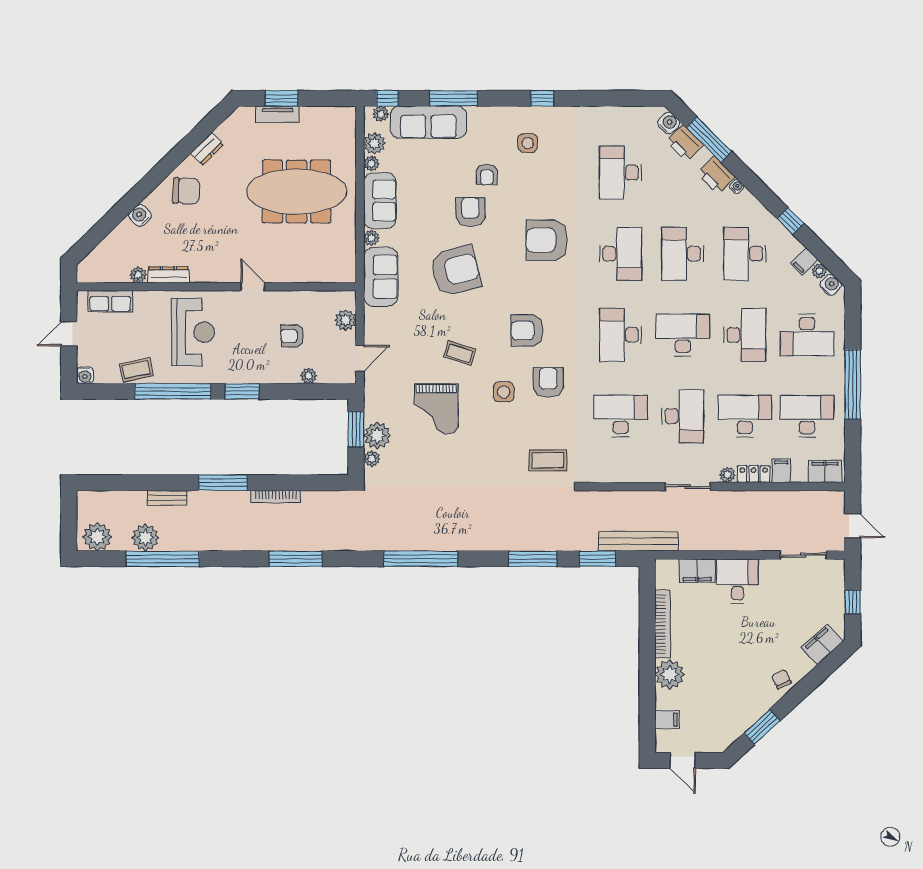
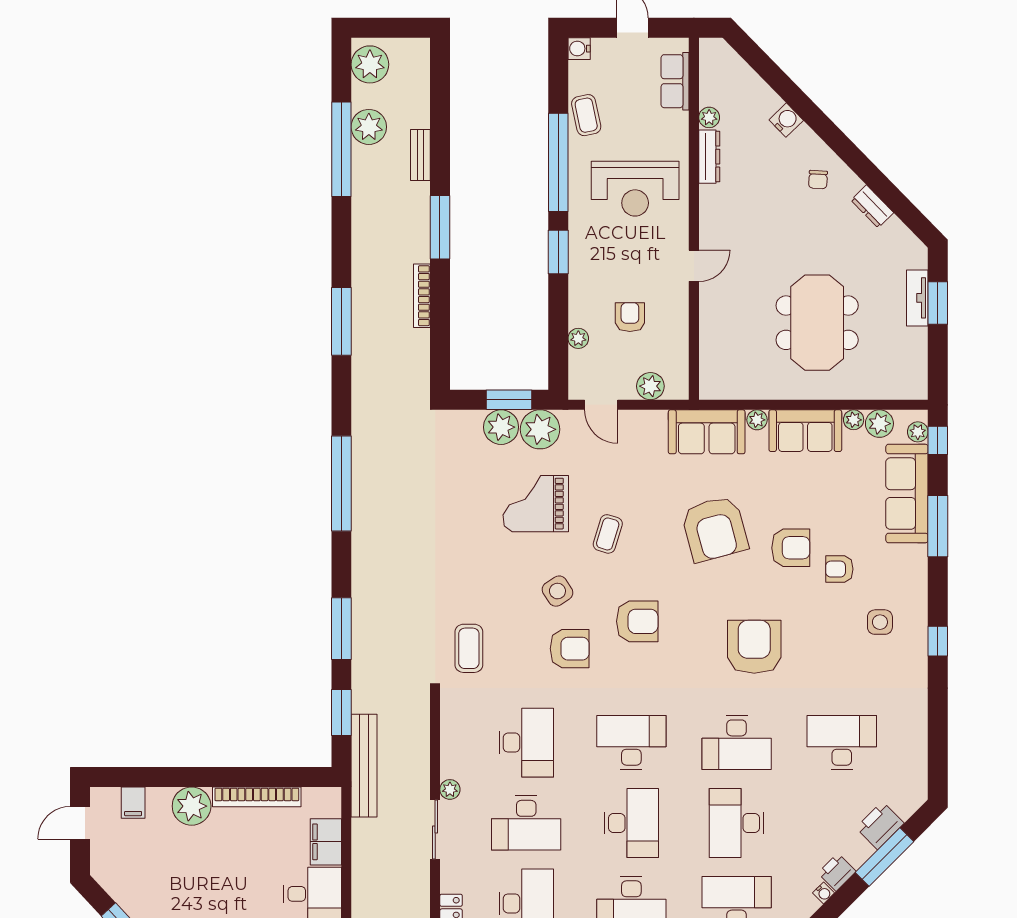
water cooler: (669, 123) -> (906, 805), removed
printer: (716, 175) -> (837, 872), width x0.73, depth x0.81
chair: (186, 191) -> (818, 180), width x0.54, depth x0.54
meeting table: (297, 192) -> (817, 323), width x0.73
desk: (683, 254) -> (737, 823), turned -90
armchair: (527, 330) -> (637, 621), turned 90
side table: (504, 392) -> (557, 591), turned -33
plant: (372, 459) -> (540, 429), moved, width x1.87, depth x1.87
plant: (727, 475) -> (450, 789), moved

